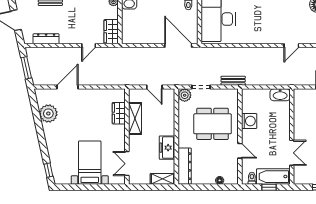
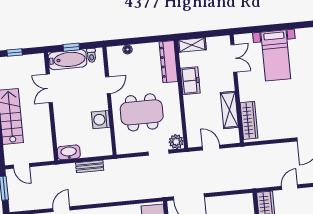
bench: (233, 81) -> (90, 166), moved
wardrobe: (119, 113) -> (249, 120), width x1.50
door: (240, 151) -> (108, 85), swing flipped

